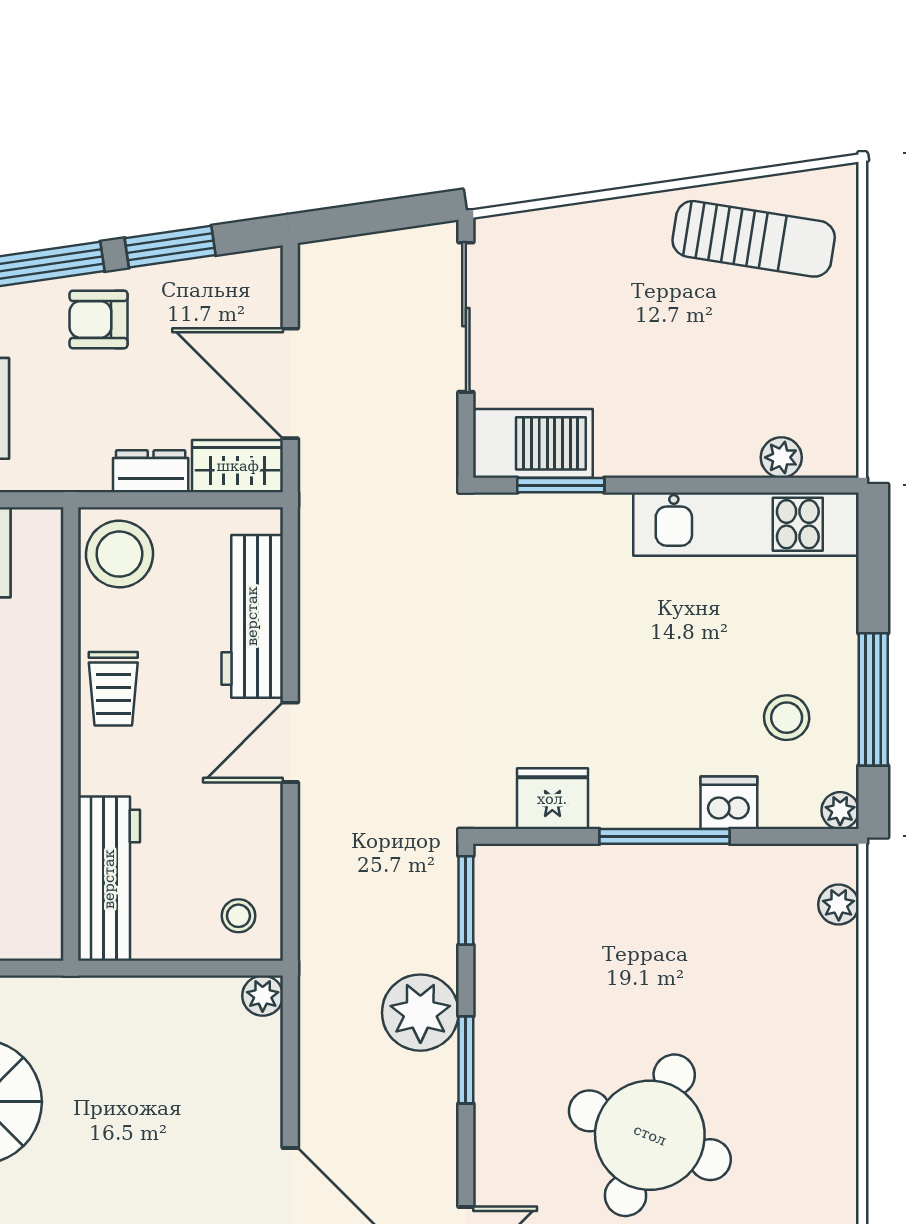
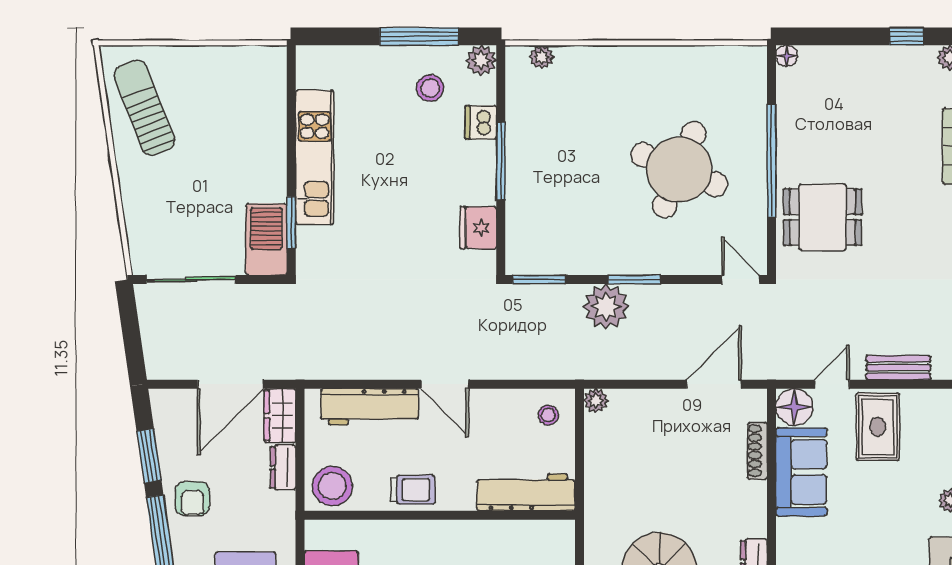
sun lounger: (754, 239) -> (144, 108), turned -30
plant: (781, 457) -> (275, 91), removed
kitchen unit: (746, 524) -> (315, 157), moved
plant: (840, 811) -> (481, 60), width x1.38, depth x1.38

